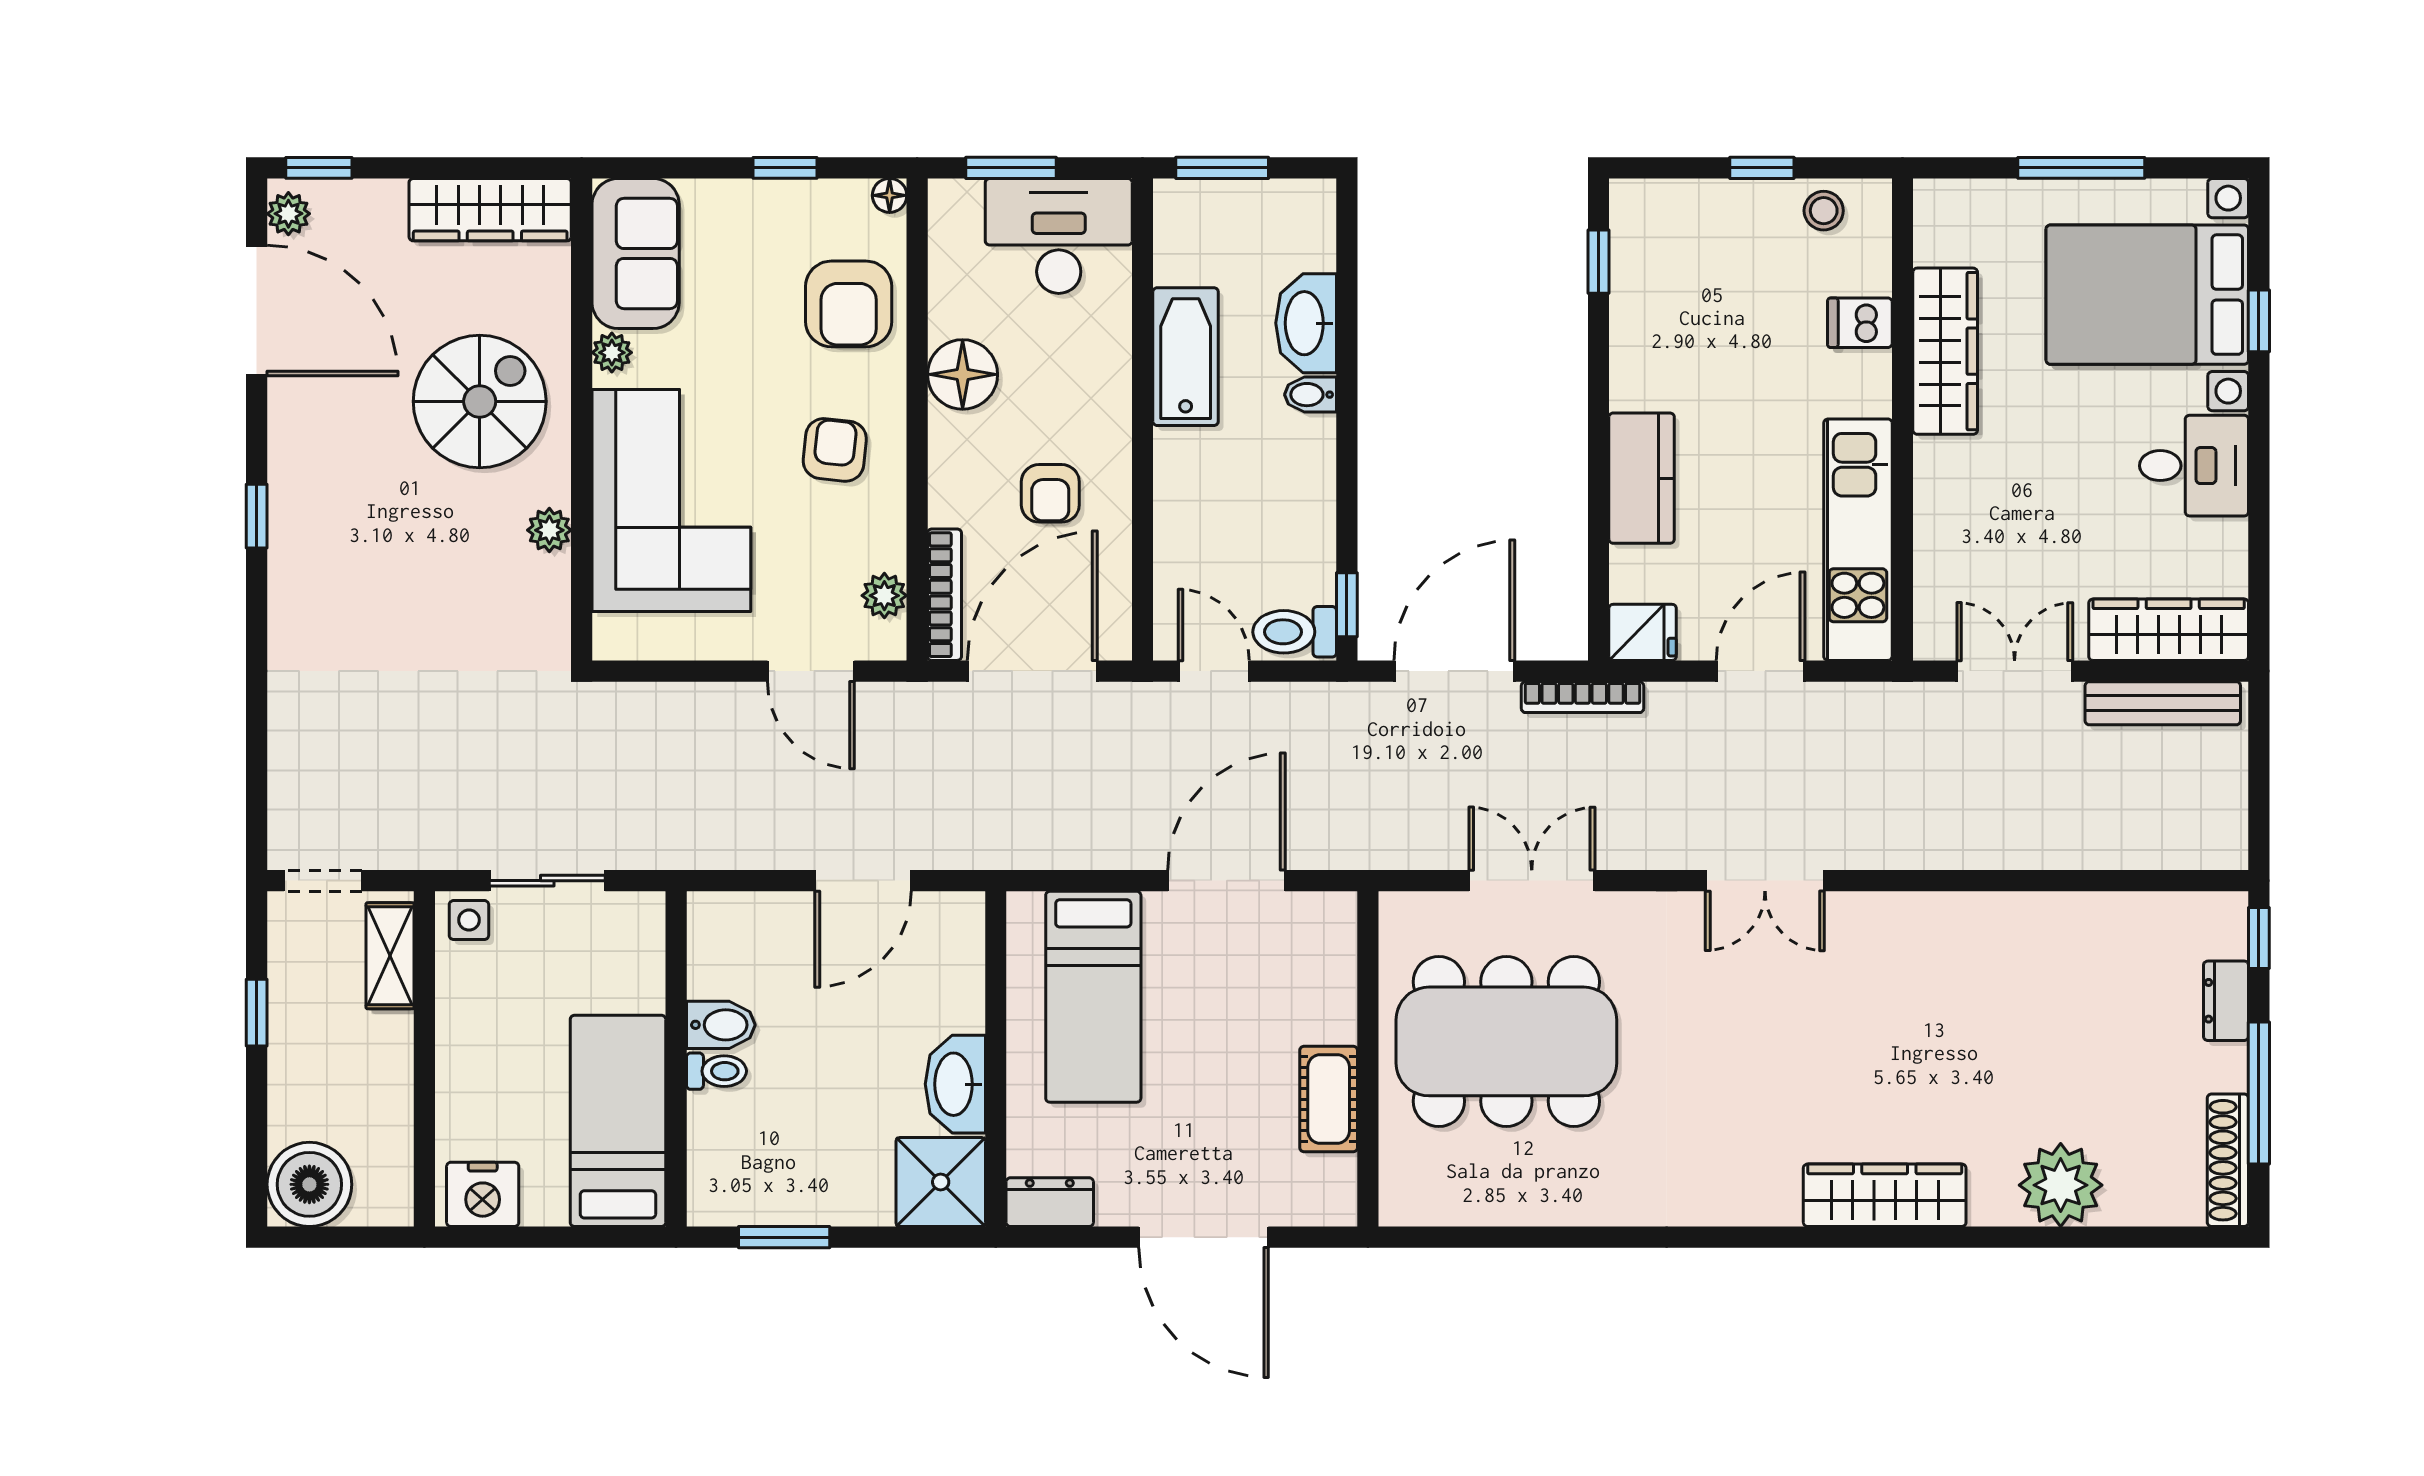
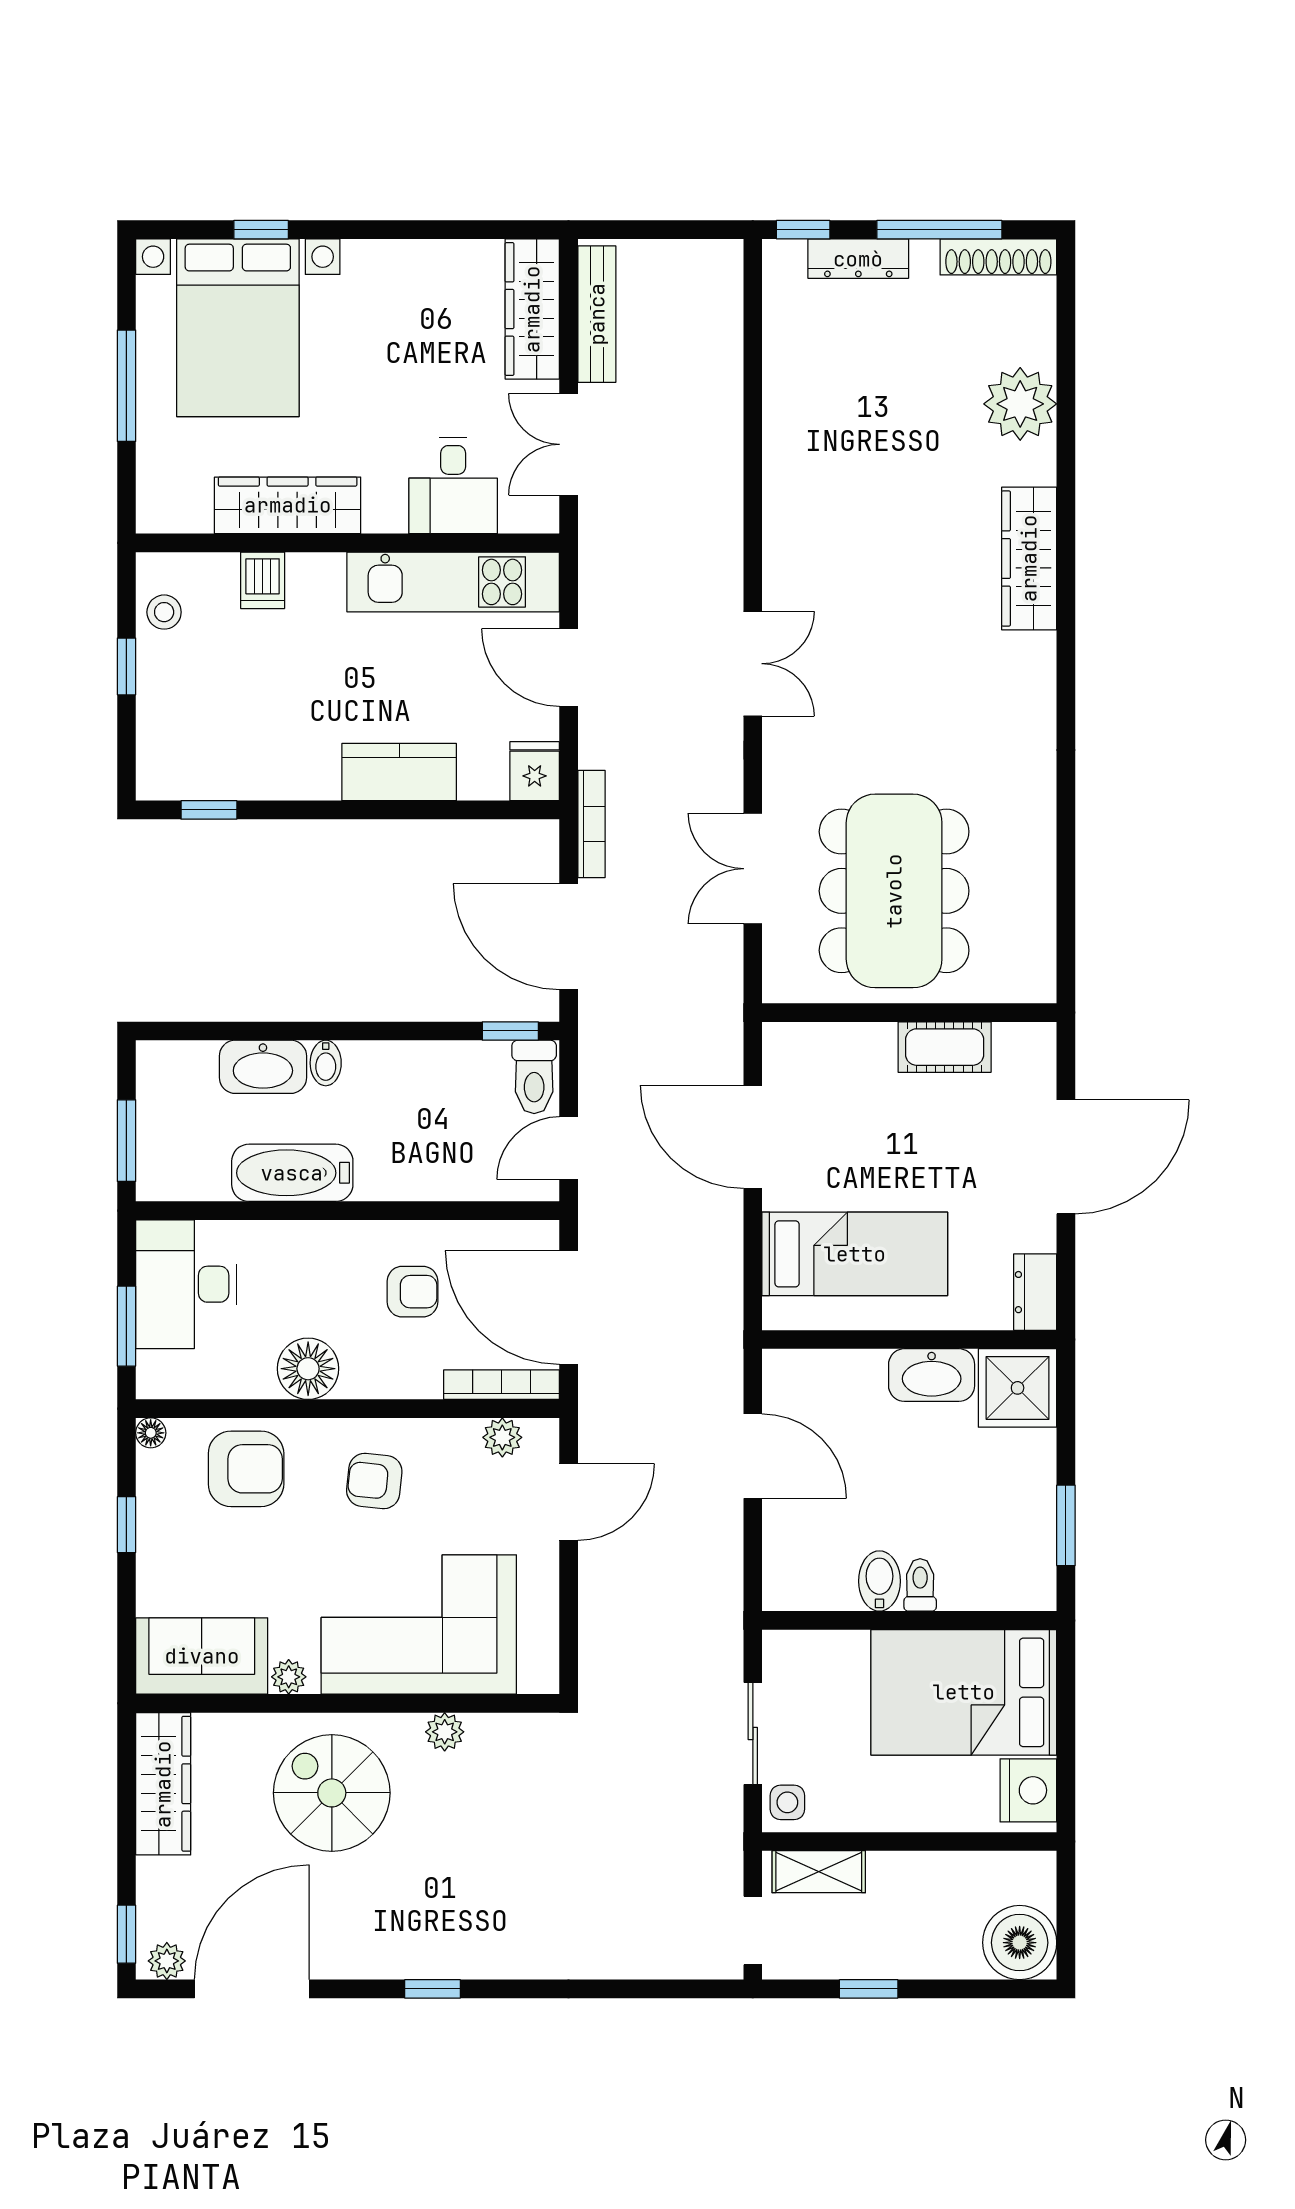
desk: (2194, 466) -> (453, 486), moved, turned 180
dresser: (2226, 1001) -> (858, 259), width x1.44
bed: (618, 1121) -> (964, 1692), width x1.50

